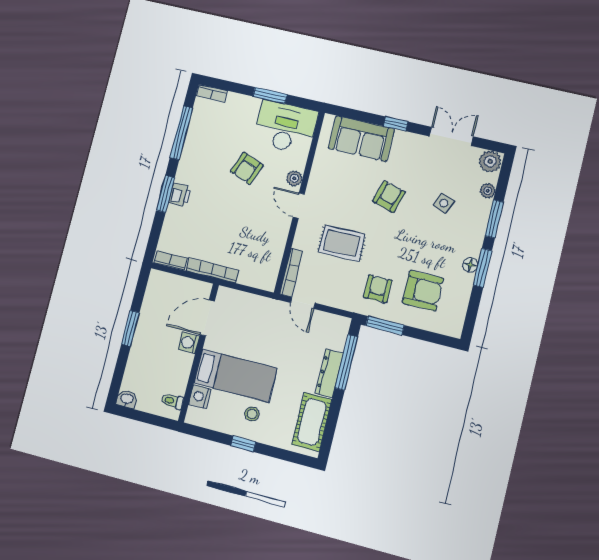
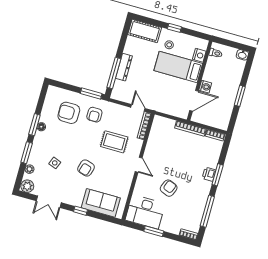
plant: (294, 178) -> (141, 181), removed
cot: (312, 422) -> (145, 31), moved, turned 90

